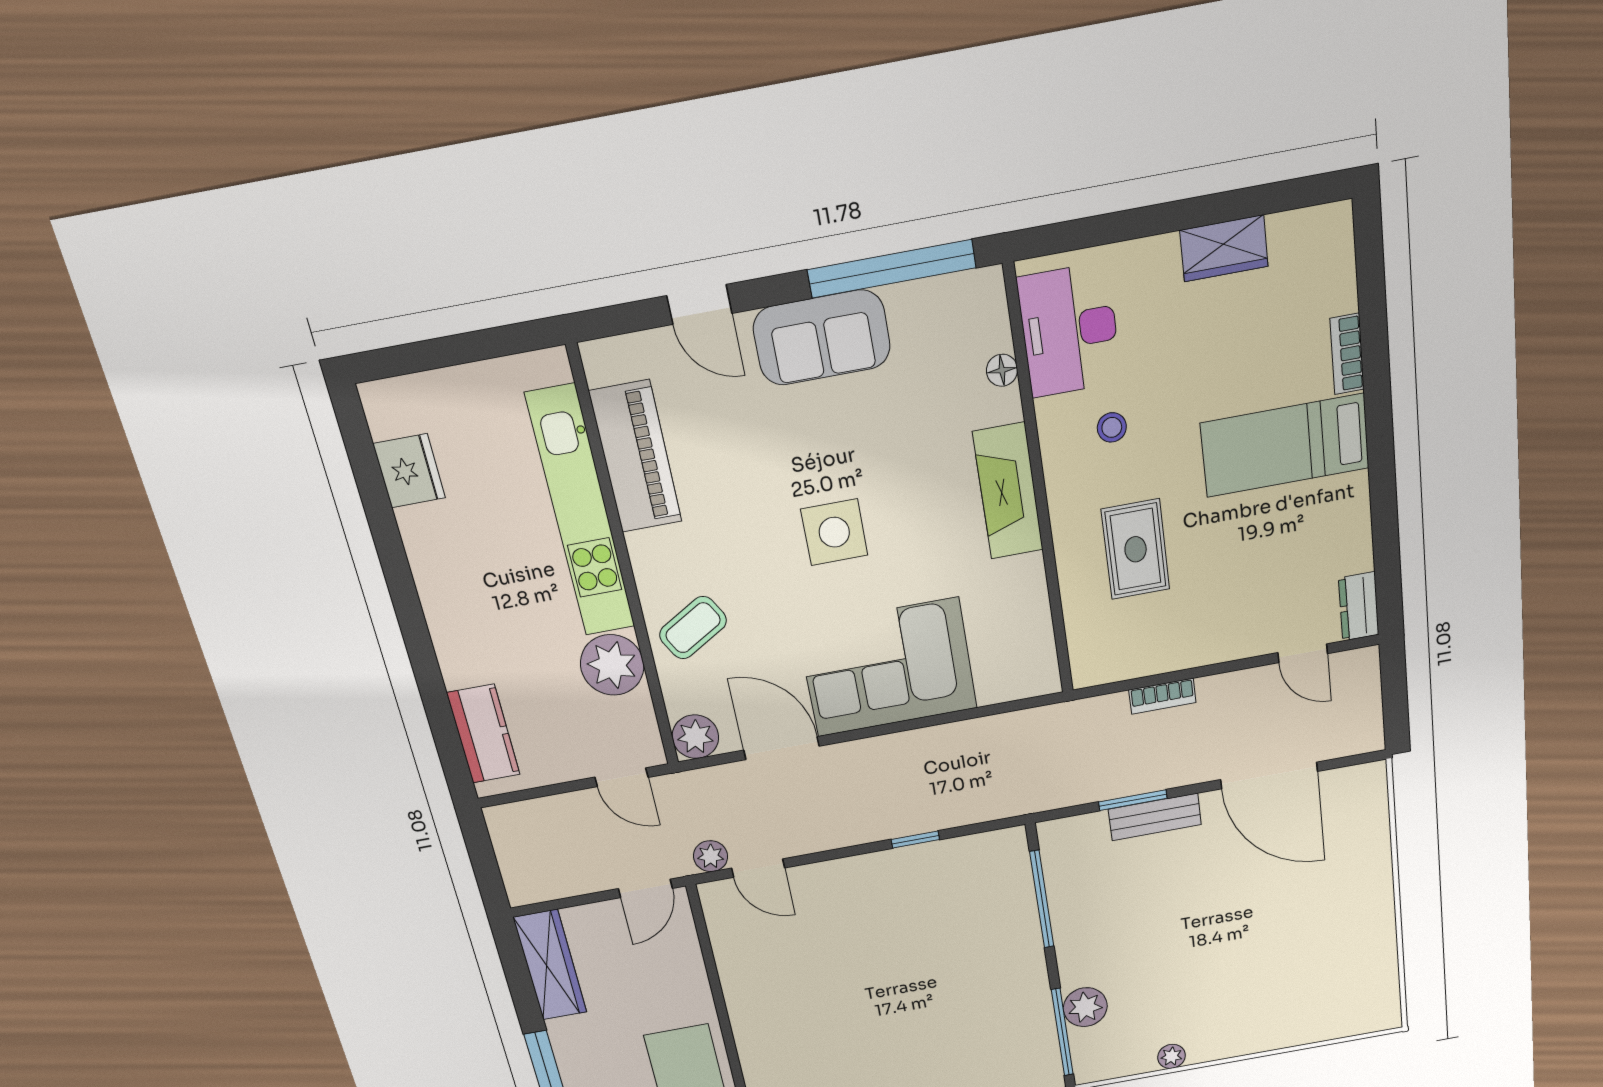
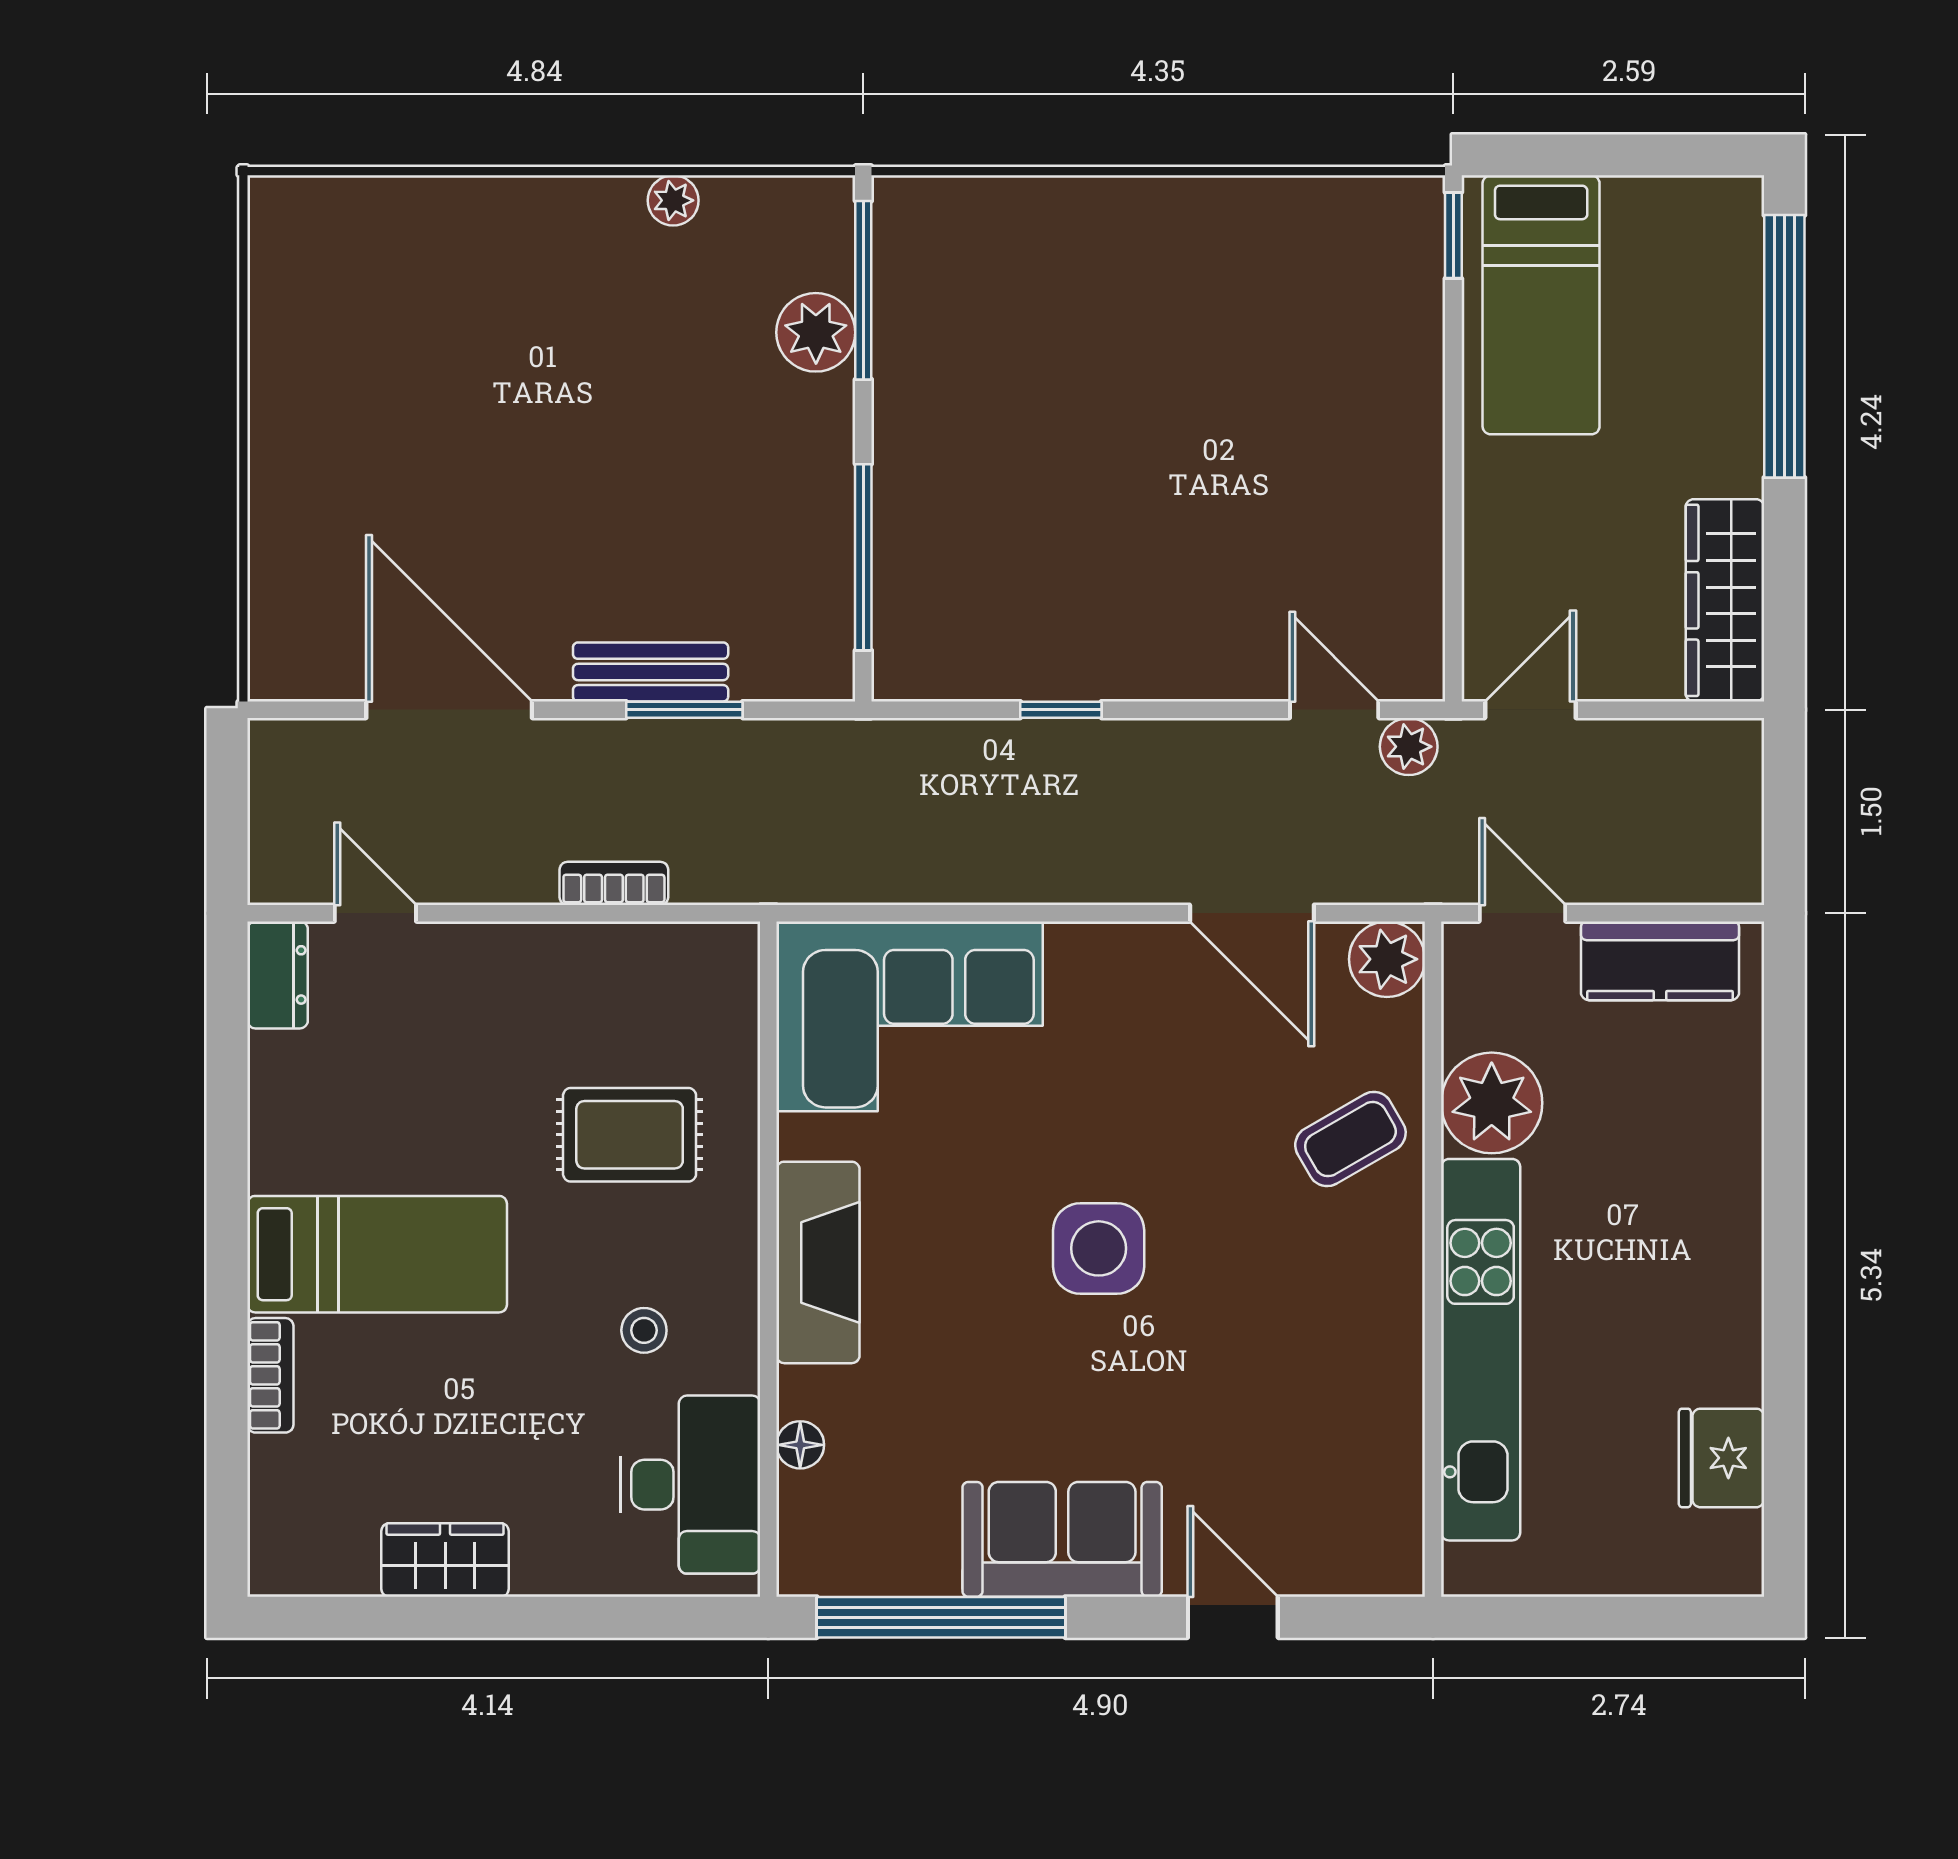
piano: (636, 457) -> (1378, 1417), removed
rug: (1136, 549) -> (630, 1135), turned 90
corner sofa: (888, 667) -> (910, 1016), moved
kitchen counter: (483, 734) -> (1660, 961), moved, turned -90

